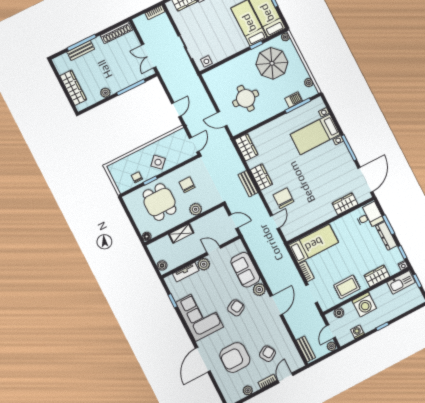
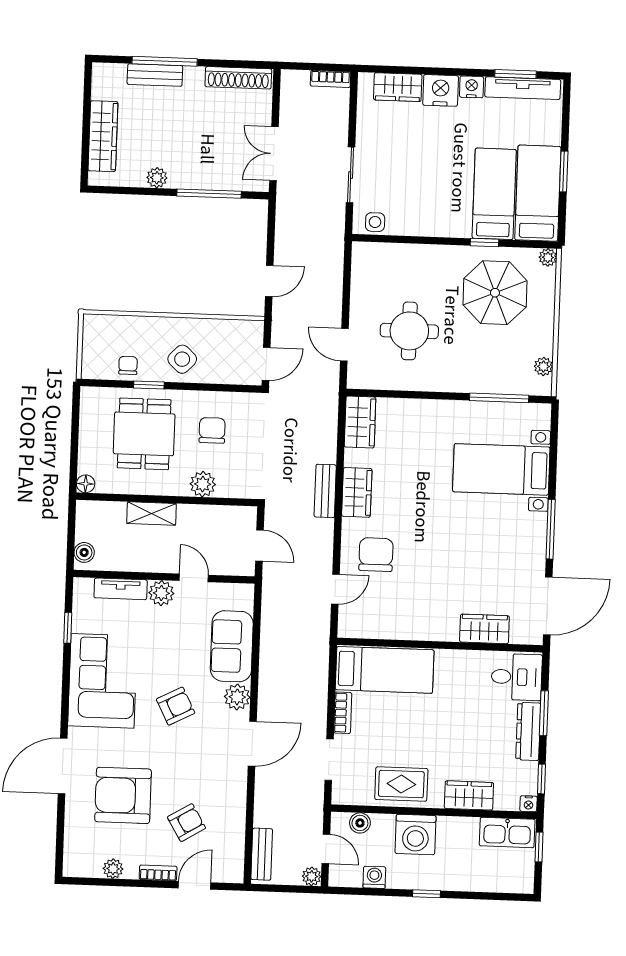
barbecue: (294, 100) -> (497, 383), removed
door: (331, 332) -> (326, 849), swing flipped

